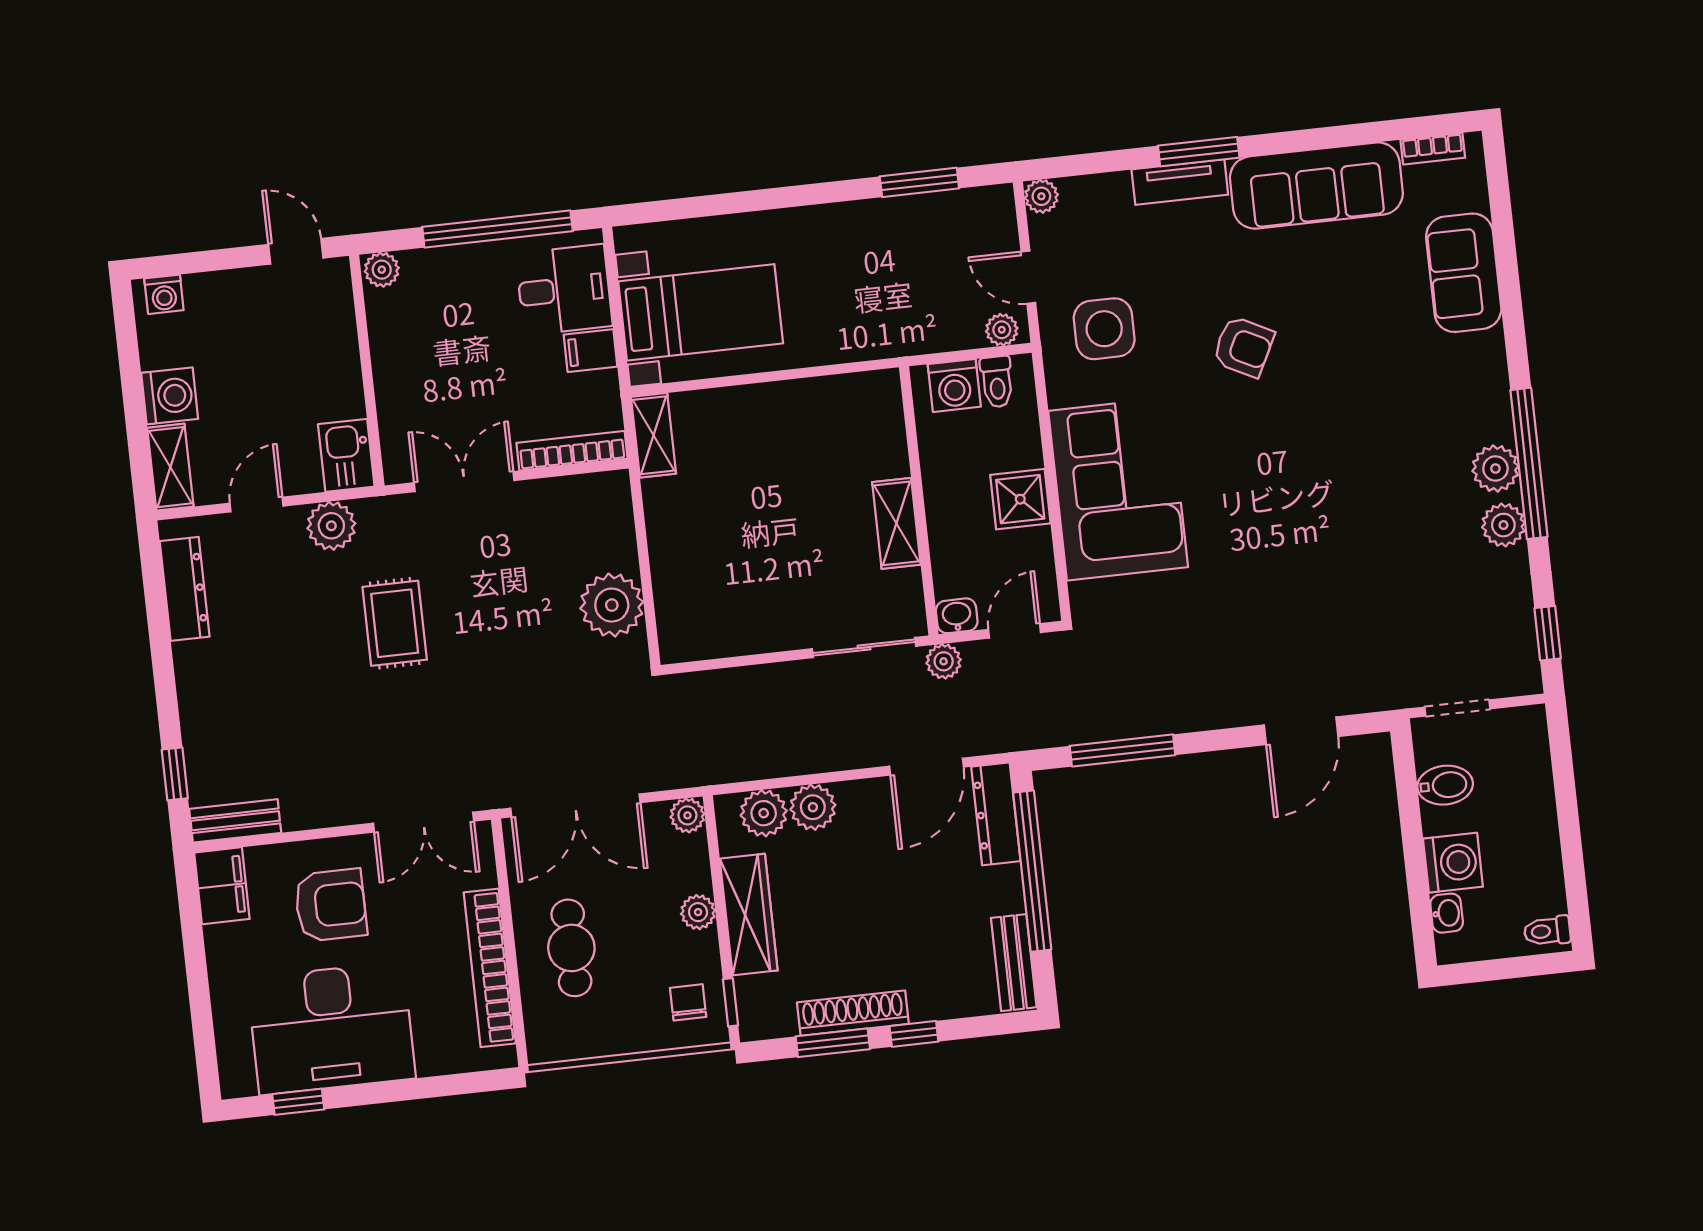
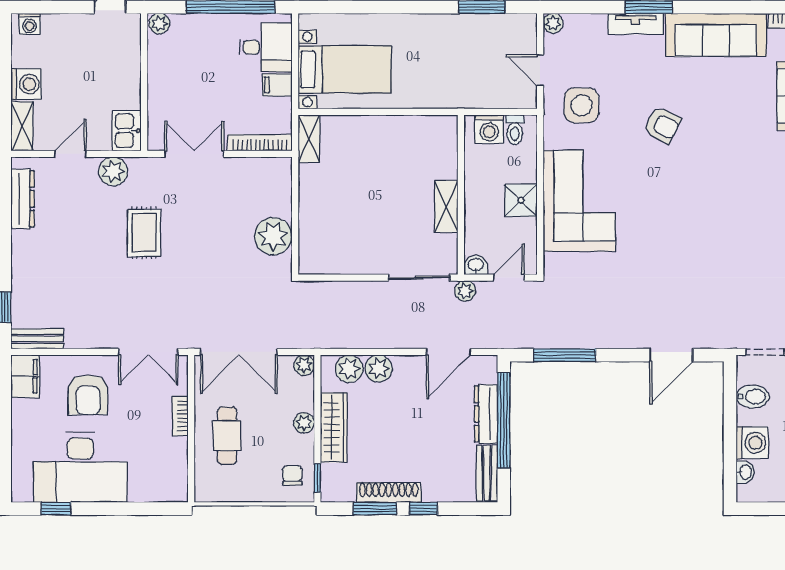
plant: (1002, 330) -> (521, 99), removed
dresser: (996, 814) -> (486, 414), moved
armchair: (331, 905) -> (88, 395), turned 90
bookcase: (490, 968) -> (180, 416), width x0.43, depth x0.76

